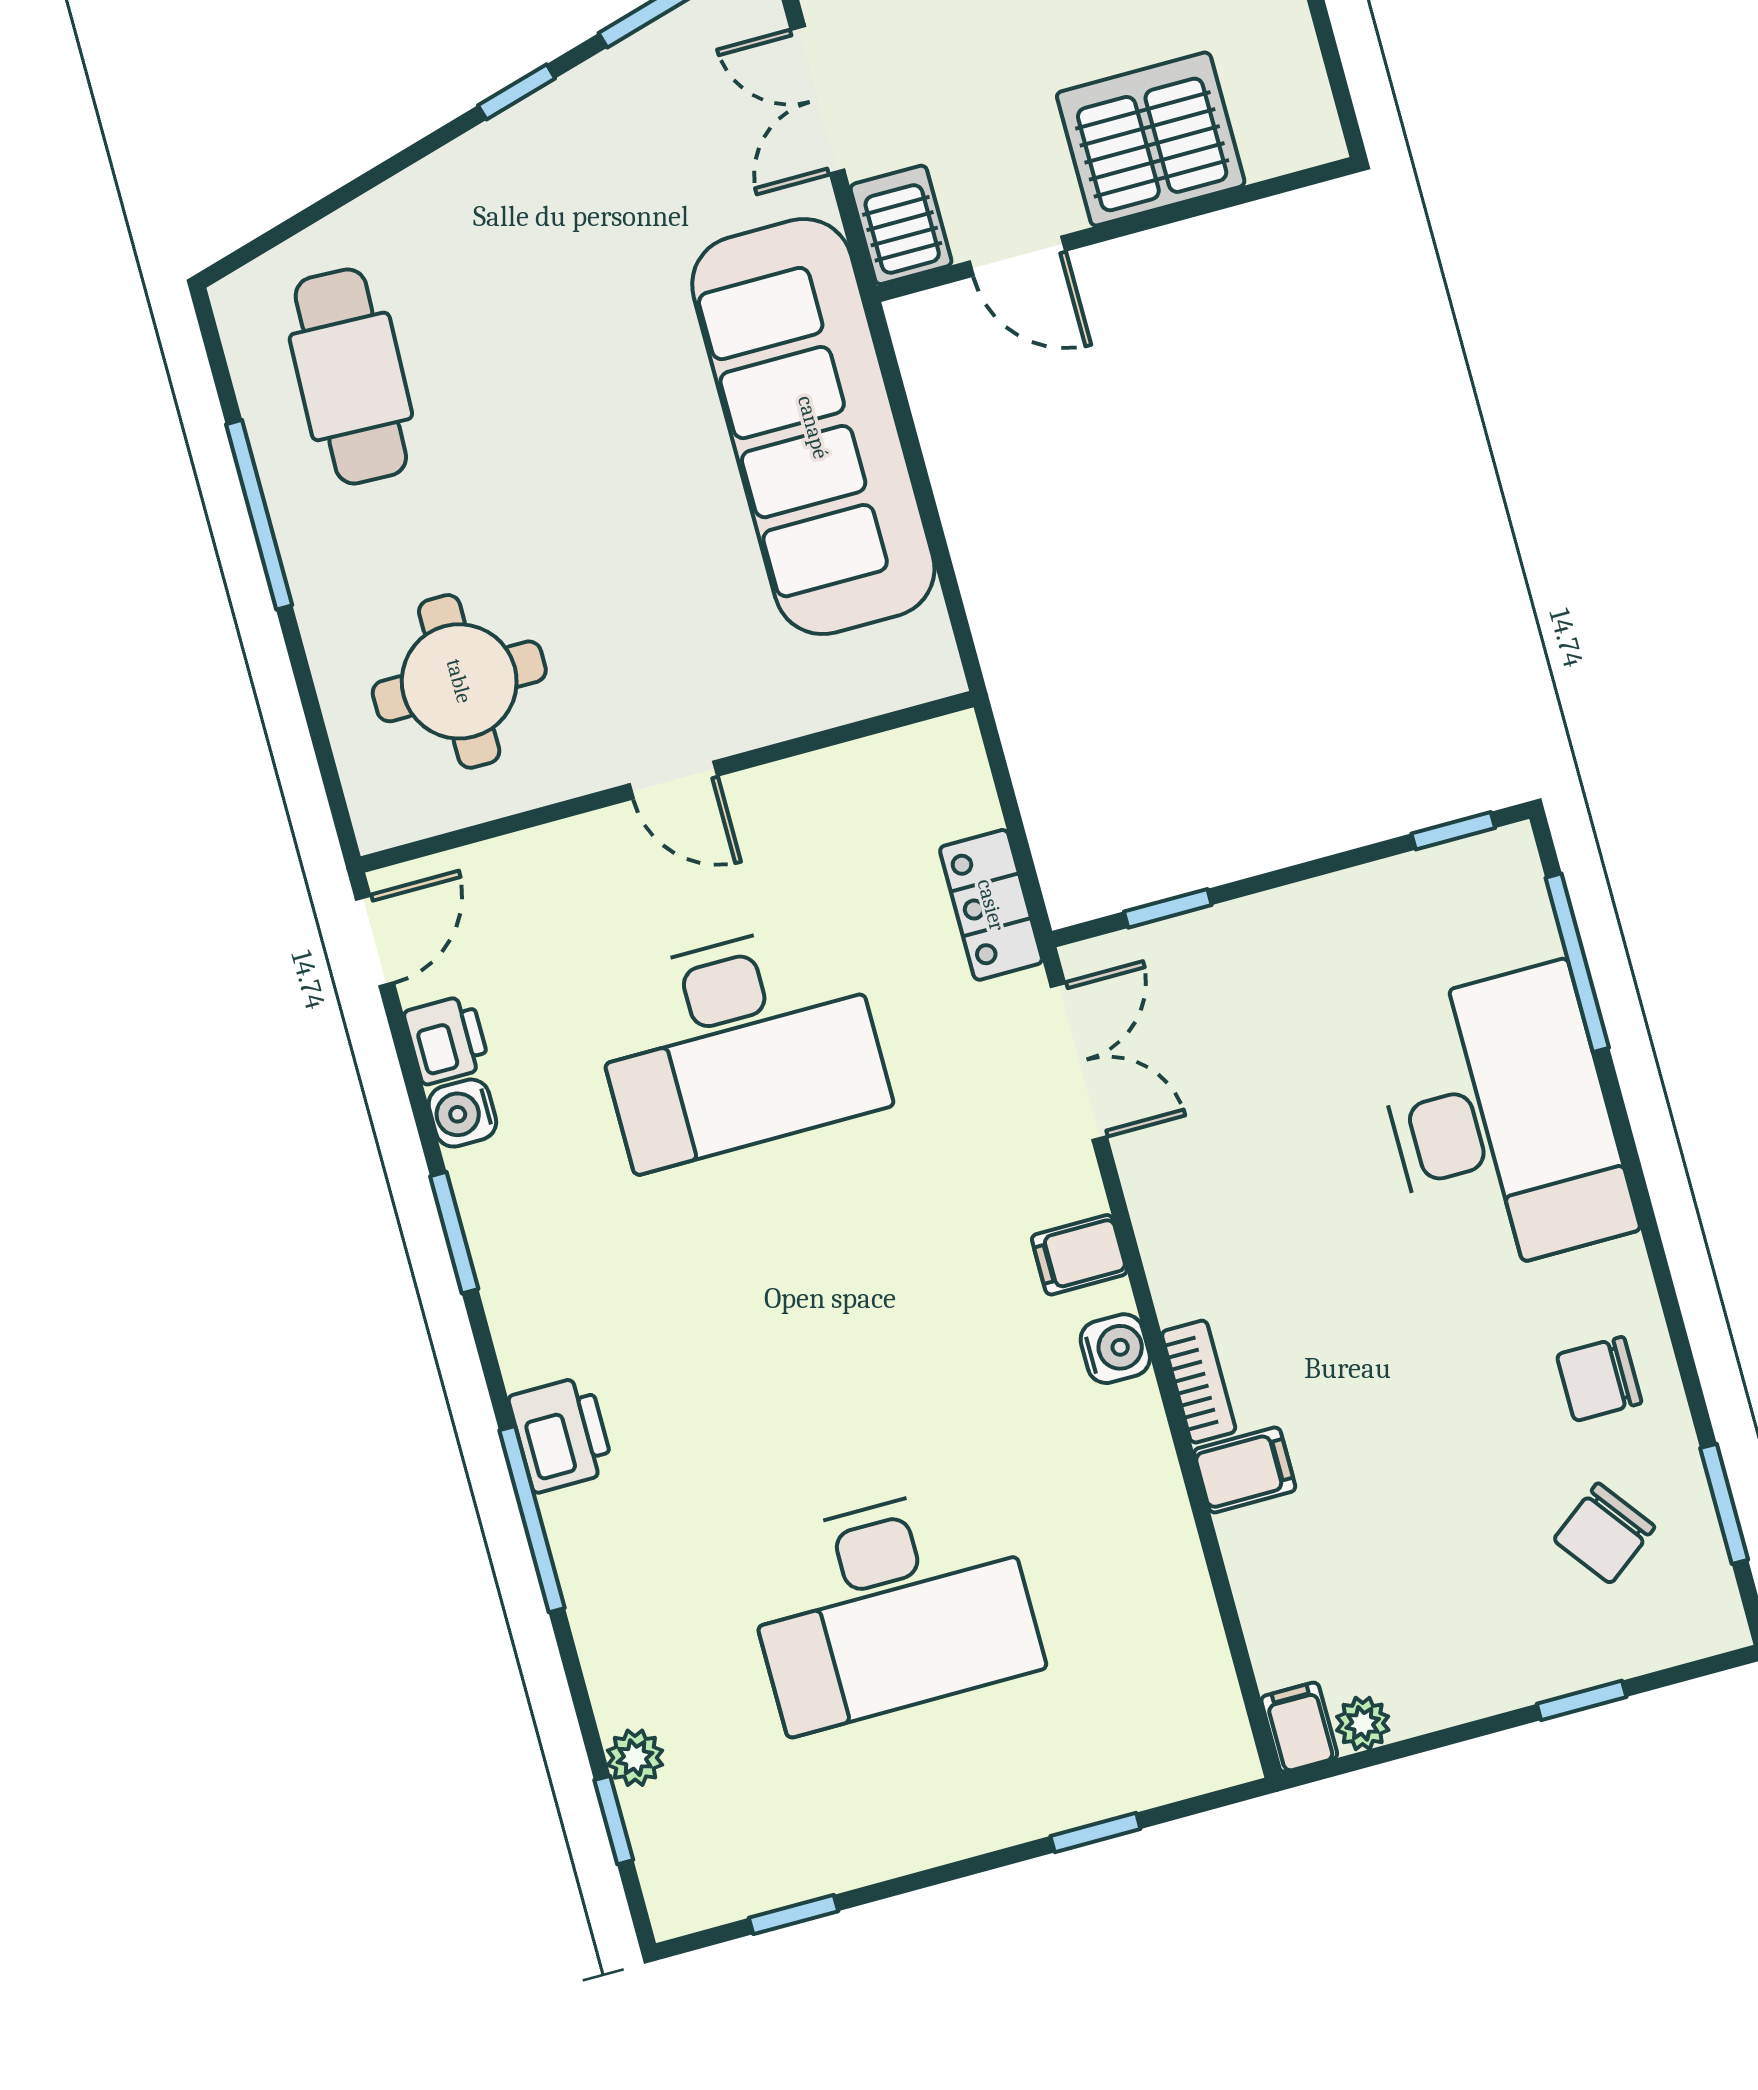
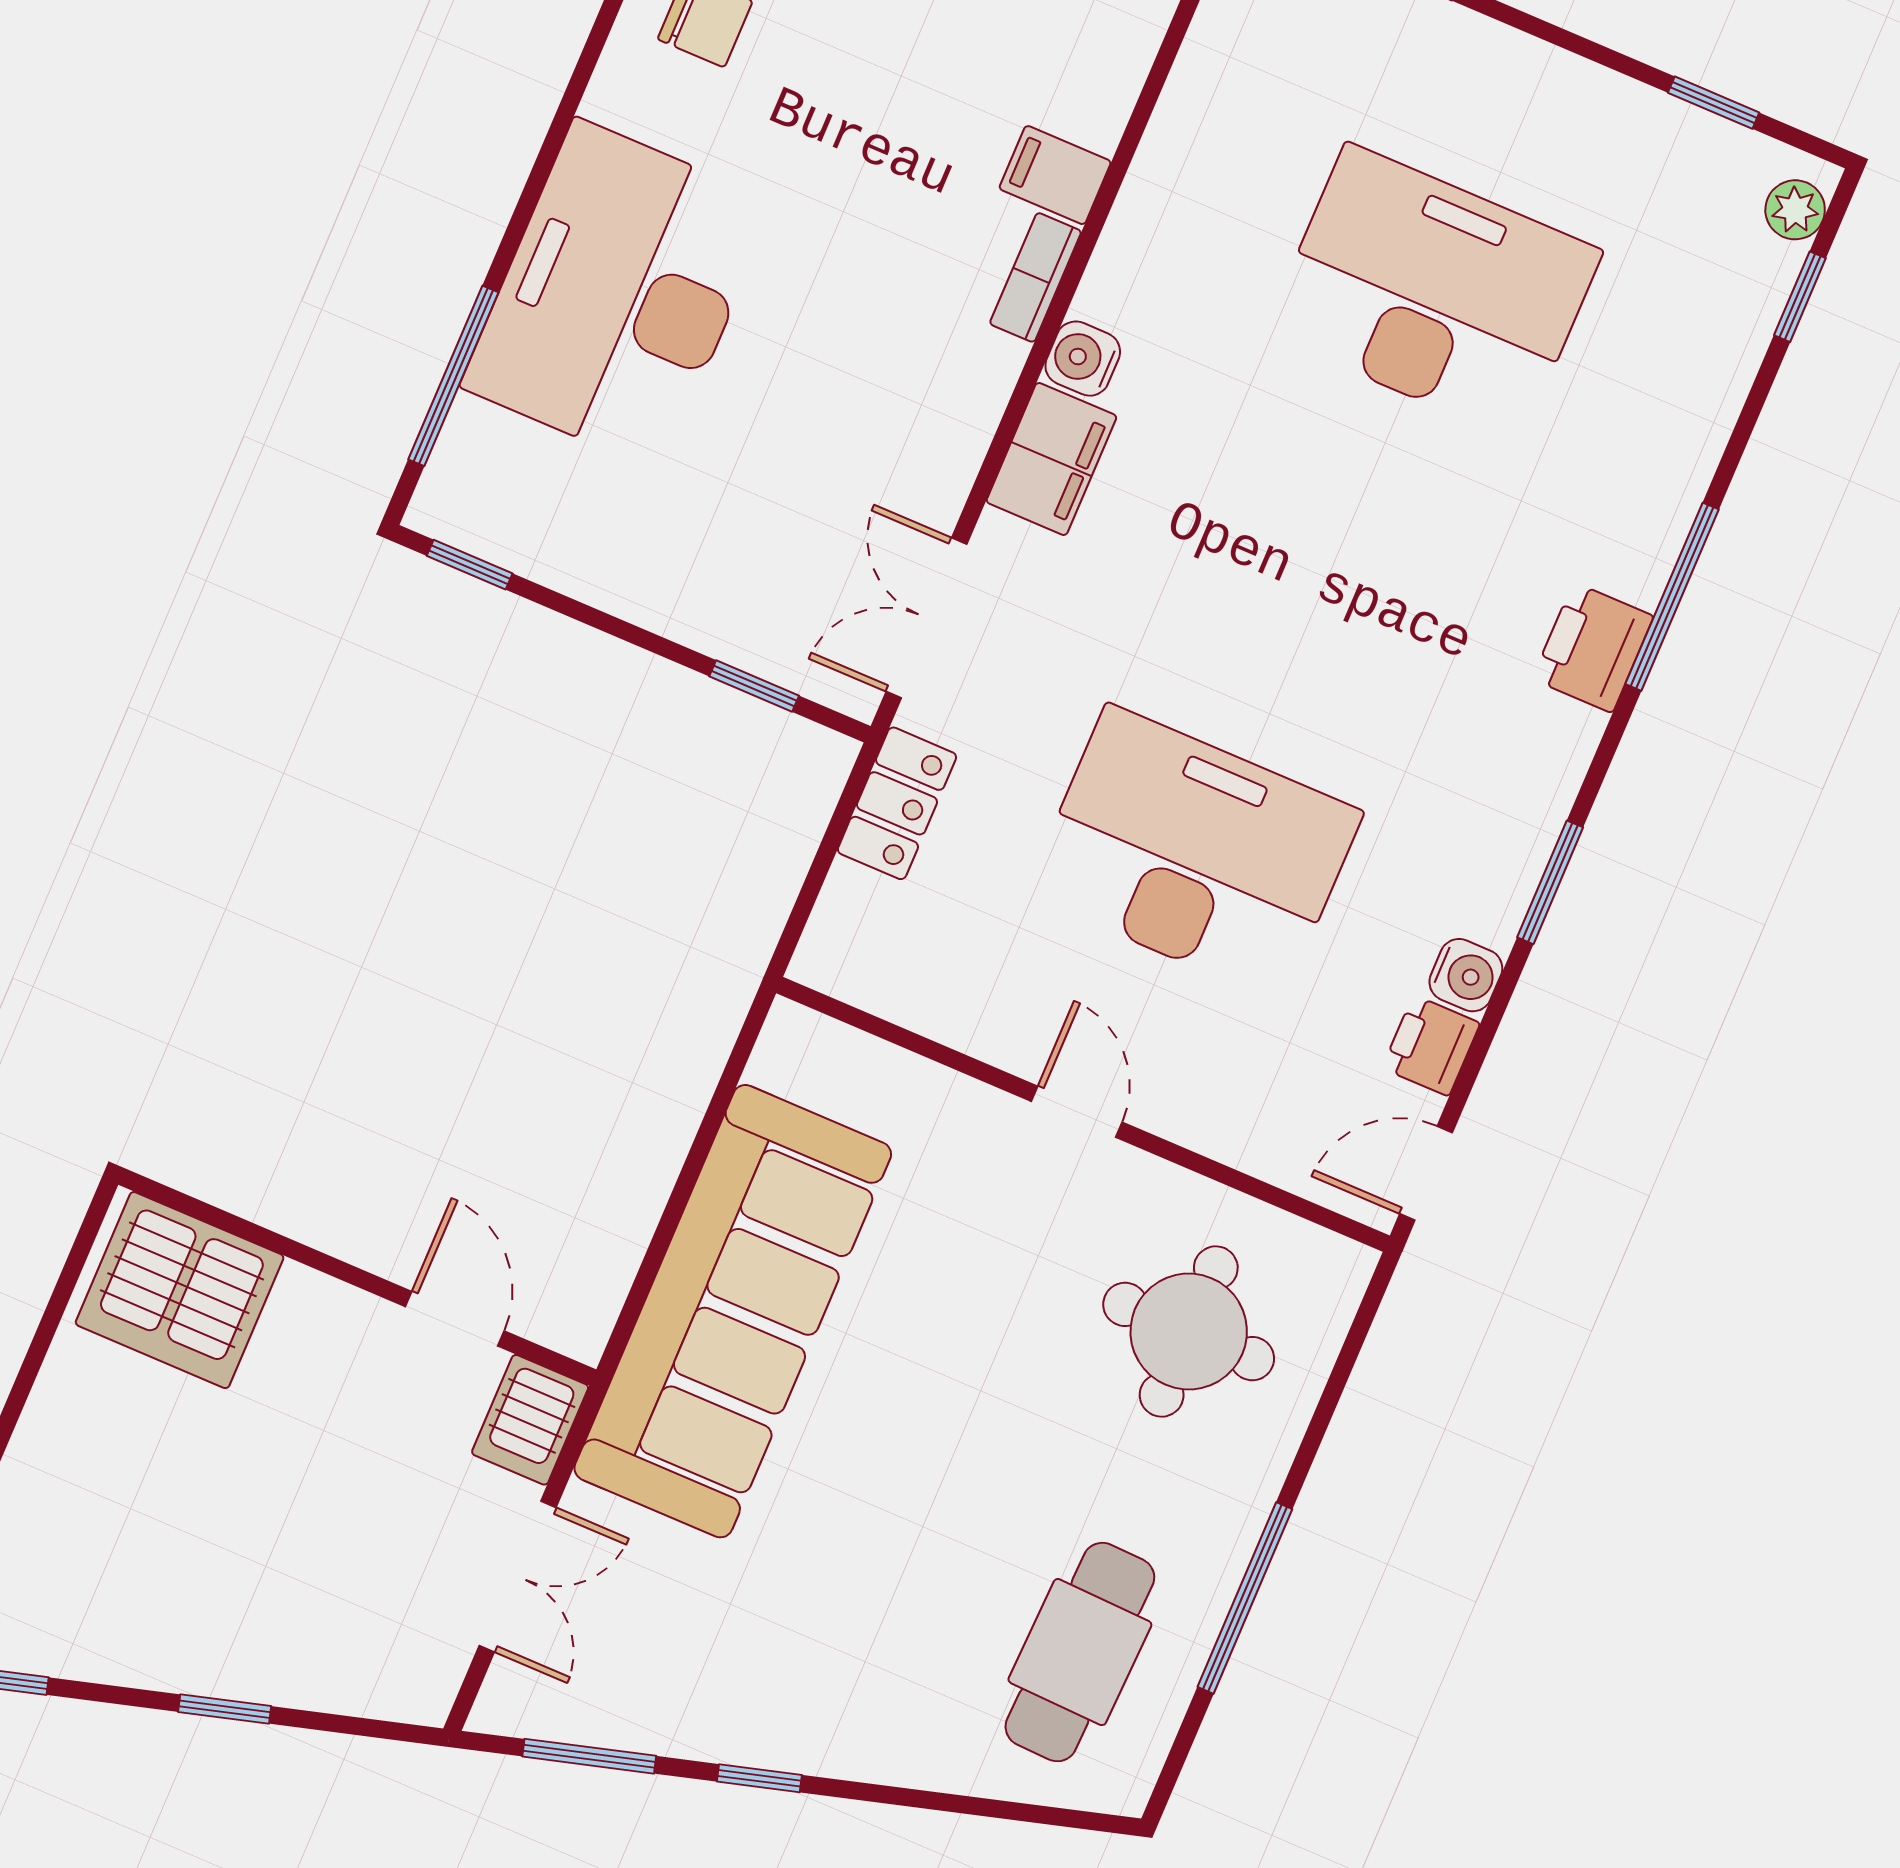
server rack: (1151, 139) -> (180, 1290), moved
filing cabinet: (1079, 1255) -> (1051, 459), width x2.00
plant: (635, 1758) -> (1795, 210), moved

